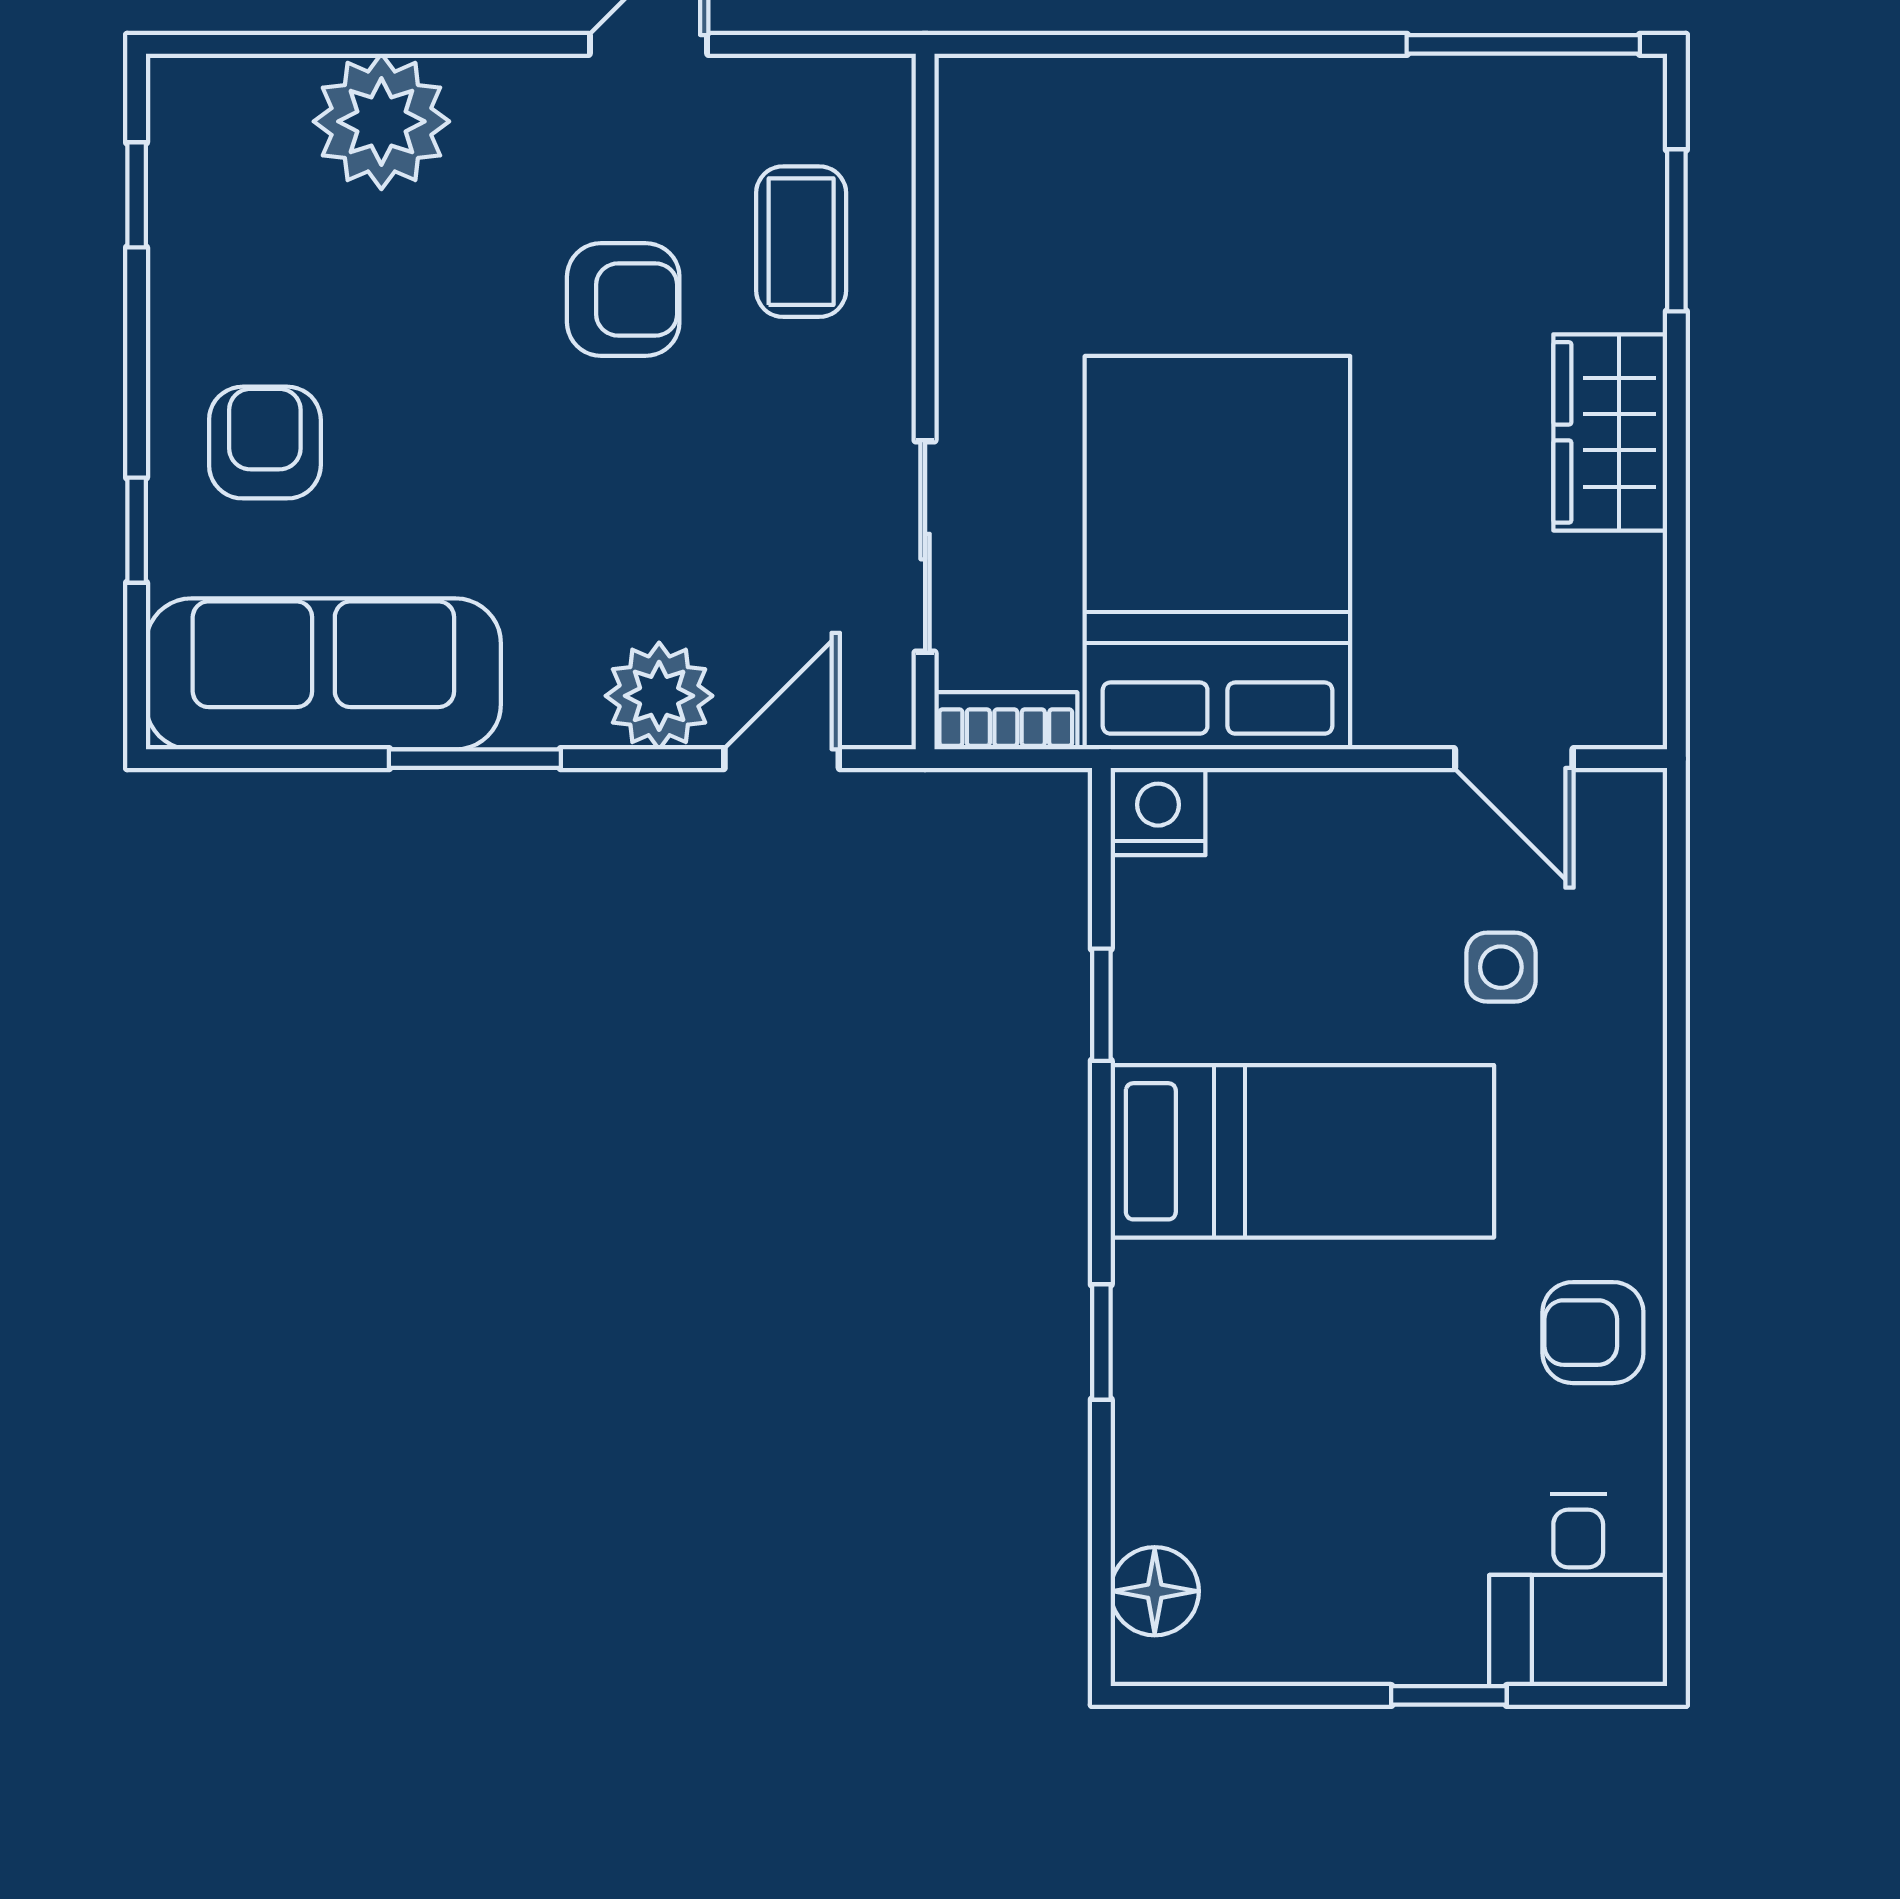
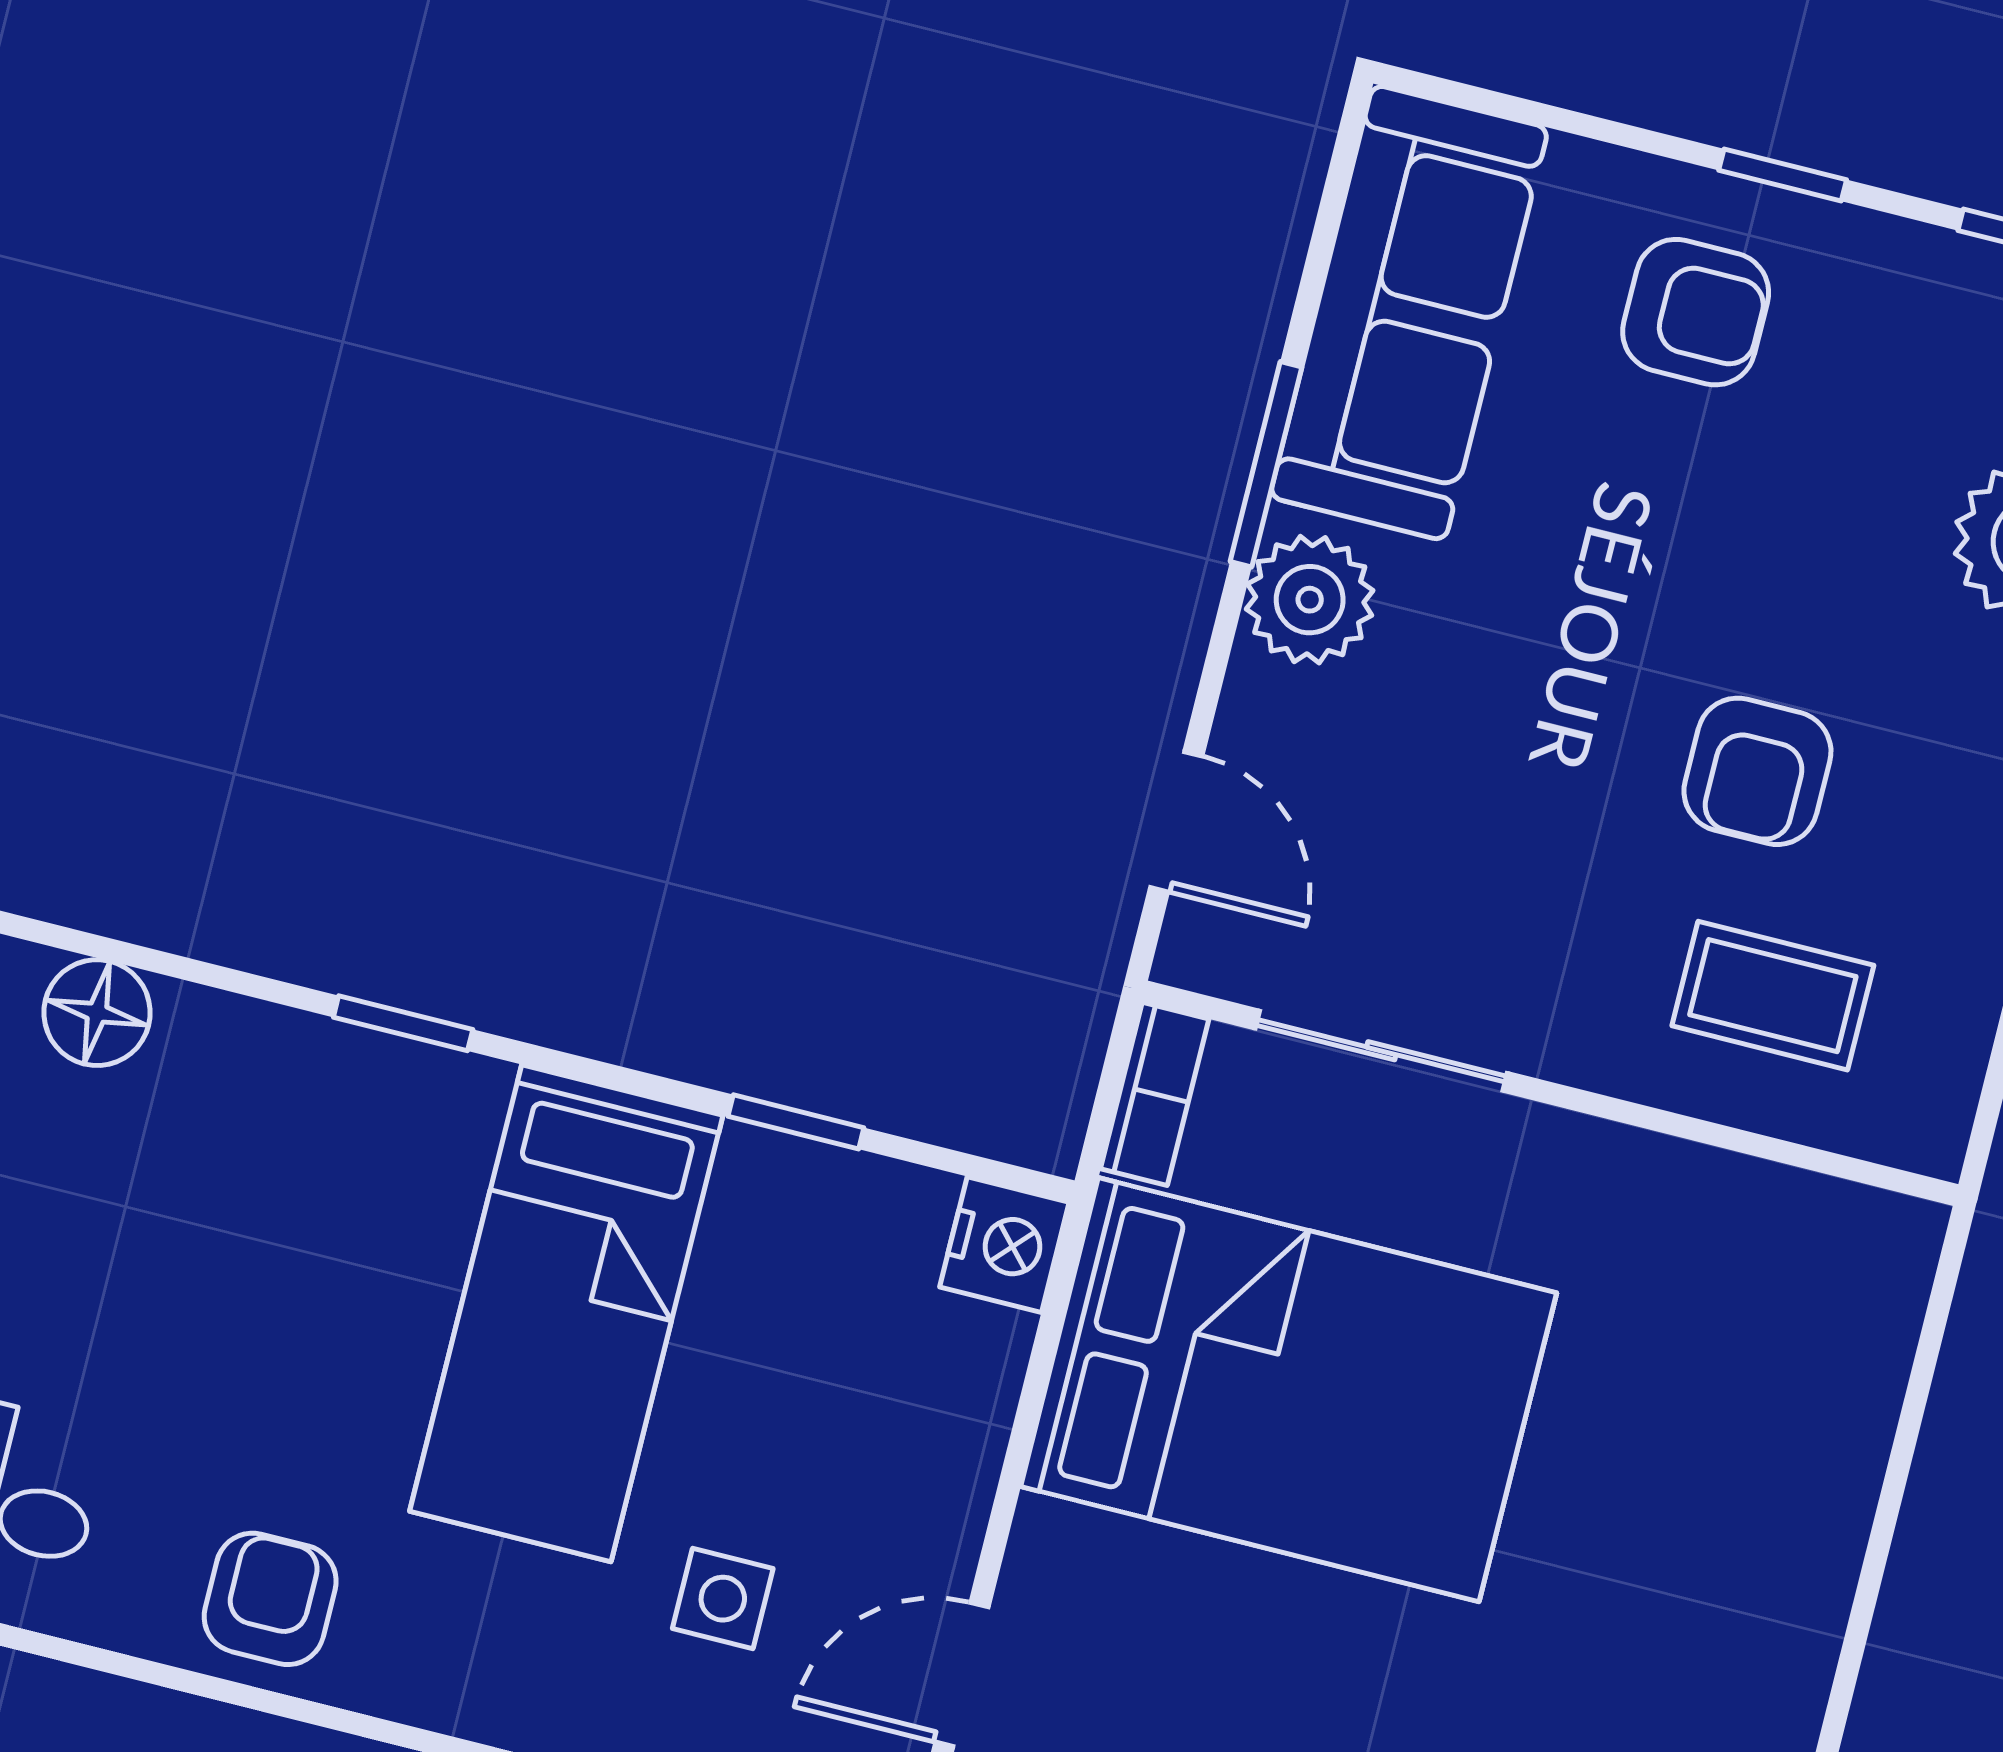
window: (137, 530) -> (1783, 175), moved
plant: (659, 696) -> (1310, 600), moved

